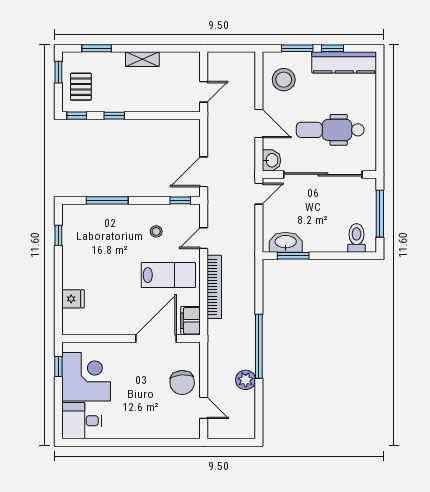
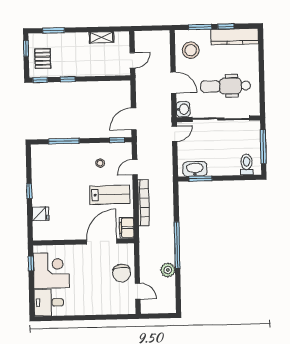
shelving: (142, 59) -> (102, 37), moved
window: (58, 235) -> (29, 191), moved

